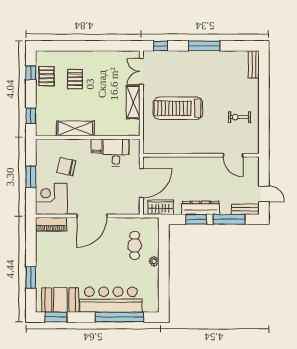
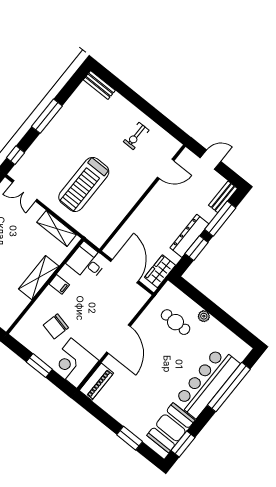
shelving: (133, 102) -> (57, 228), moved
shelving: (75, 128) -> (39, 278), moved
desk: (116, 153) -> (87, 262), moved
door: (264, 194) -> (211, 160), moved

